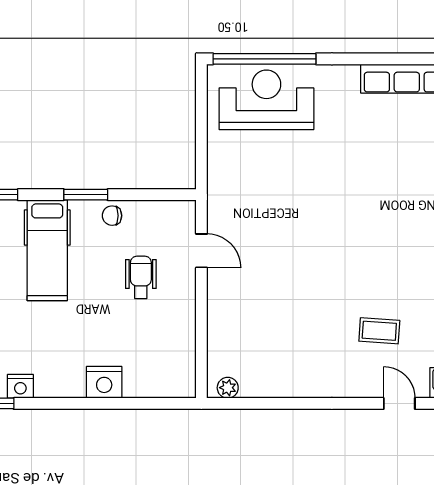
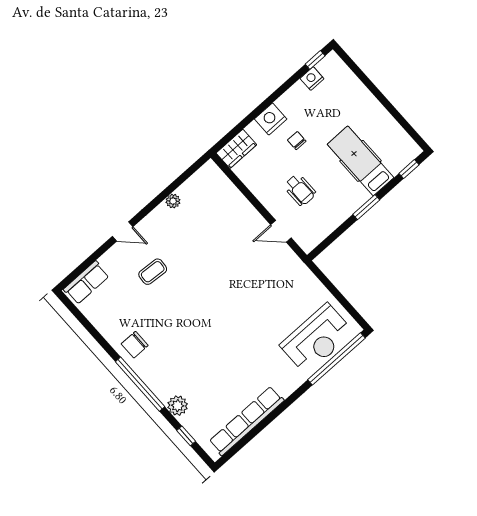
chair: (112, 216) -> (297, 141), moved, turned -90
wardrobe: (170, 383) -> (236, 149), added
plant: (228, 388) -> (173, 201), moved
door: (399, 403) -> (123, 231), moved

